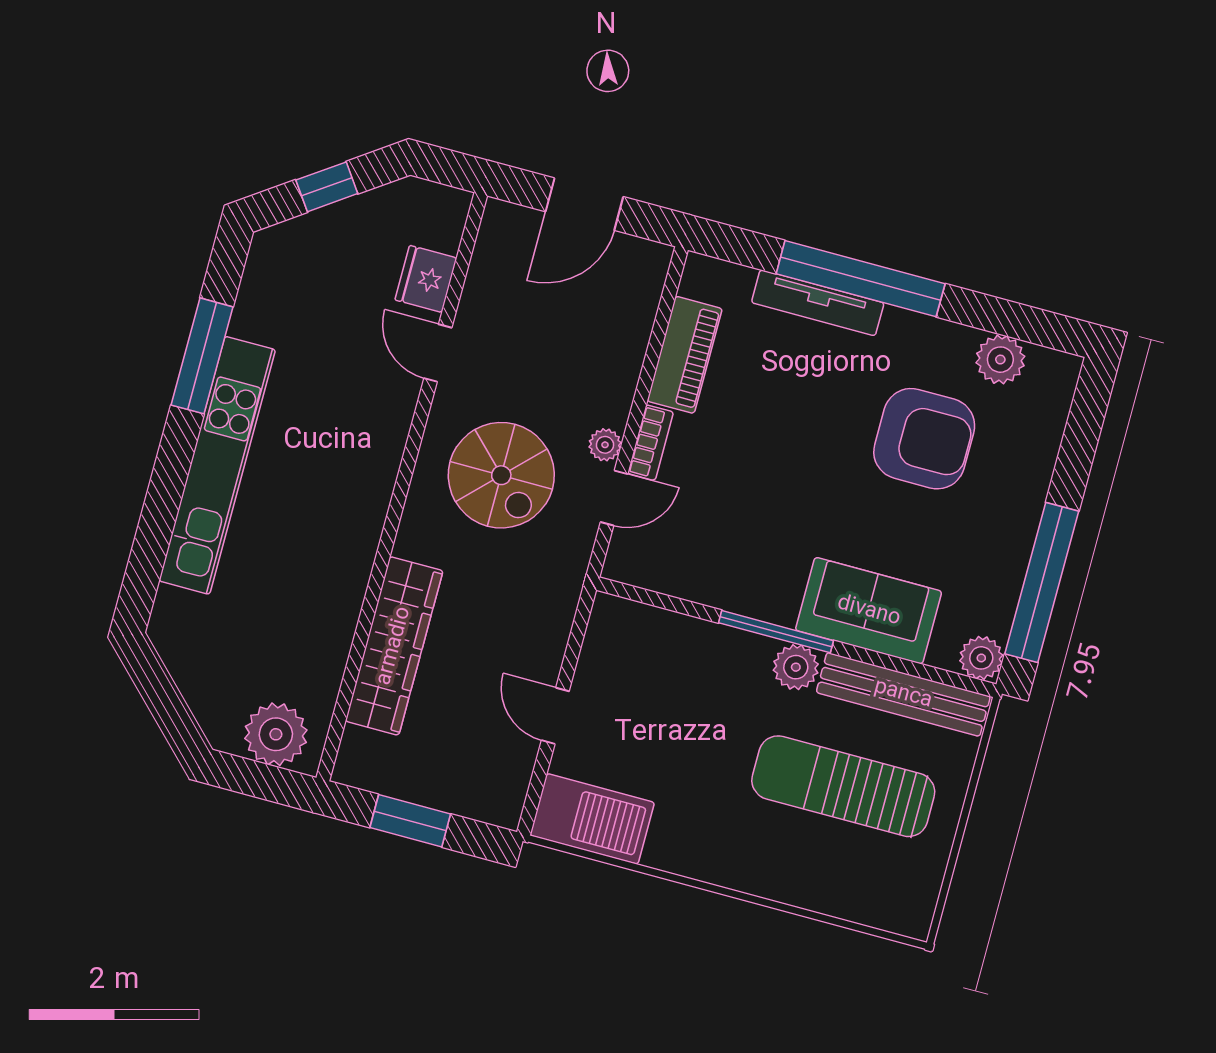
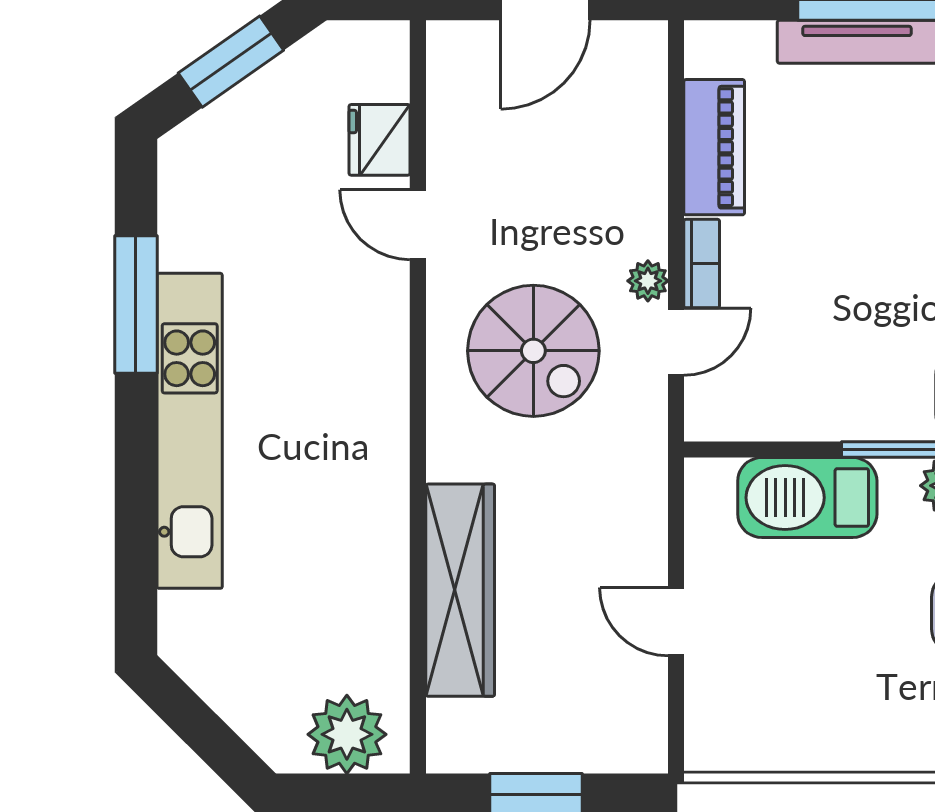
window: (327, 187) -> (231, 62), width x1.50
barbecue: (592, 819) -> (807, 498), moved, turned 180

